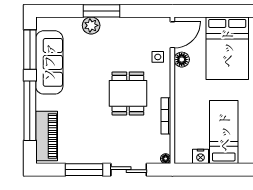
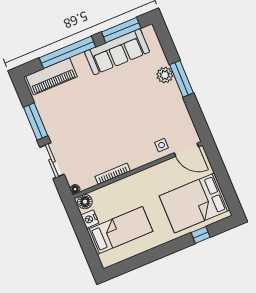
floor lamp: (182, 60) -> (85, 202), moved
dining table: (128, 93) -> (119, 132), removed

